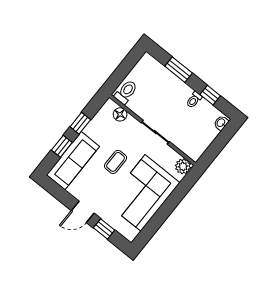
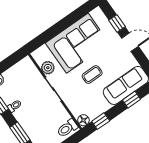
floor lamp: (120, 114) -> (83, 120), moved
window: (80, 123) -> (101, 121), moved
plant: (183, 166) -> (48, 68), moved

